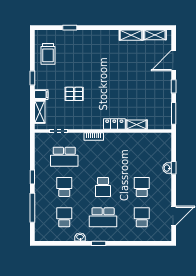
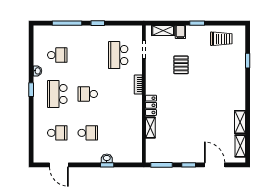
trolley: (48, 54) -> (221, 39), turned 180
school desk: (64, 187) -> (88, 55), removed

